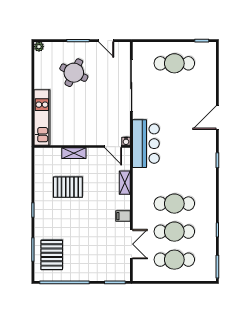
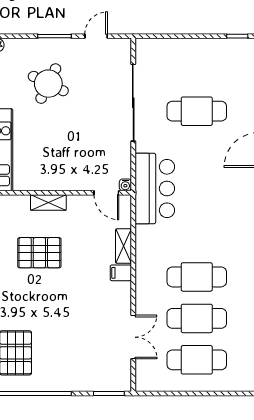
door: (106, 41) -> (96, 36), swing flipped
cafe table: (174, 63) -> (197, 111), moved
filing cabinet: (123, 216) -> (121, 273), moved

